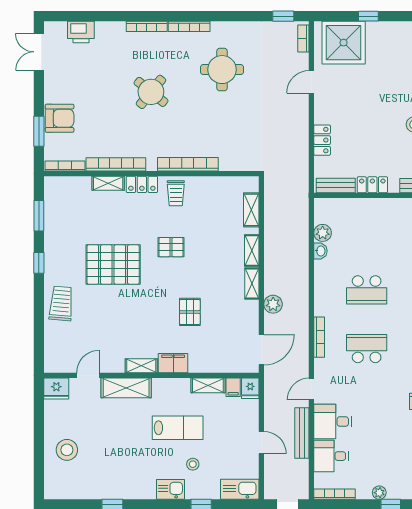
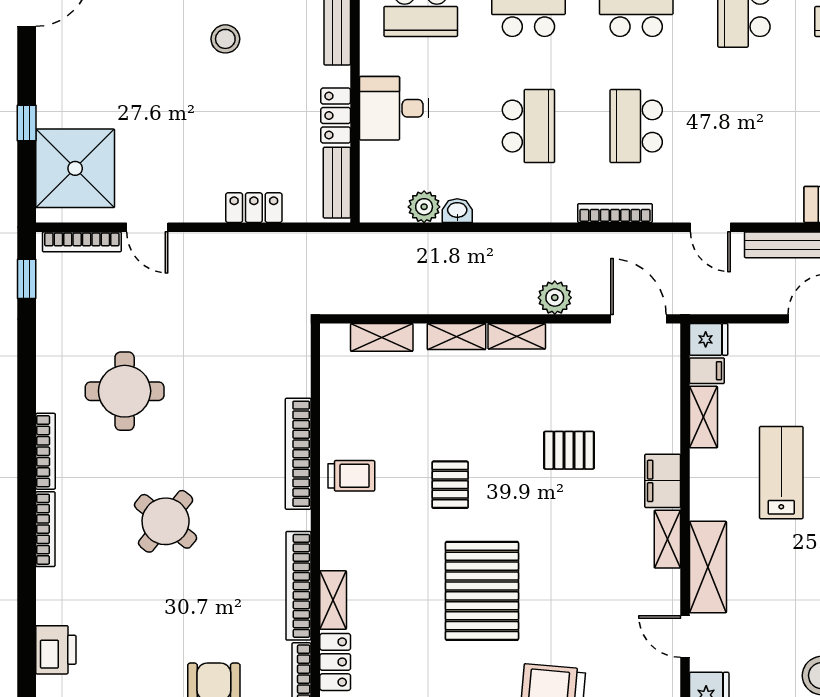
bookcase: (303, 39) -> (82, 242), width x1.56
locker: (142, 184) -> (335, 662), moved
desk: (333, 422) -> (394, 108), moved, turned 90

